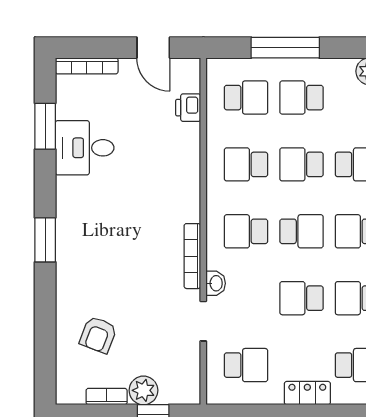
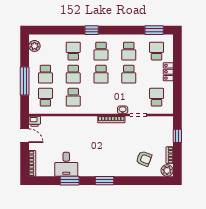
door: (153, 48) -> (25, 136), hinge flipped
printer: (188, 108) -> (35, 121), moved
window: (45, 126) -> (70, 181), moved
school desk: (246, 231) -> (101, 97), removed
school desk: (301, 231) -> (101, 74), turned 180
plant: (143, 390) -> (167, 170), moved

